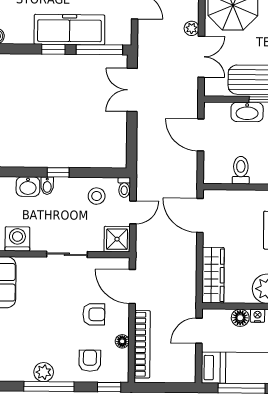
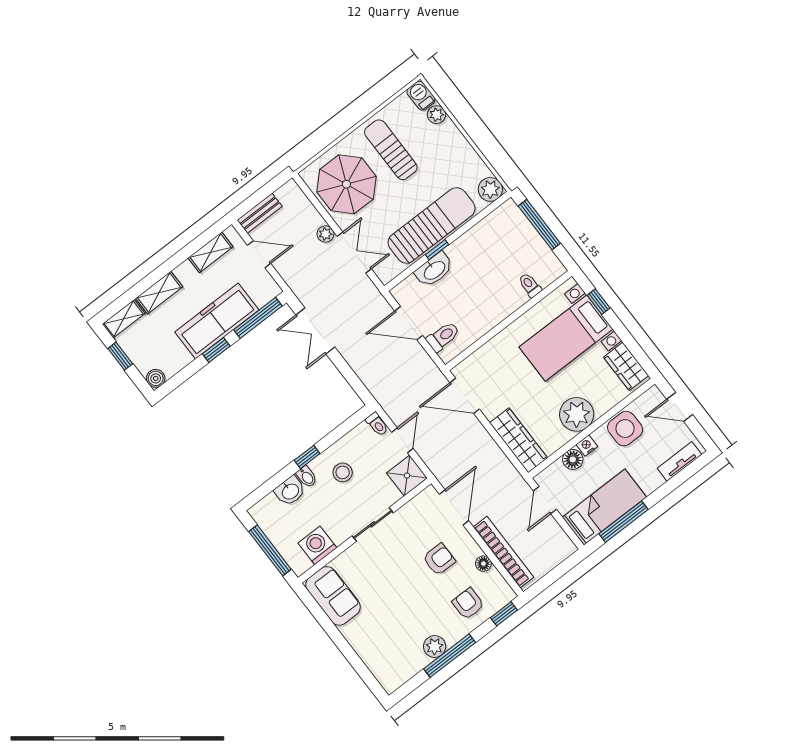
toilet: (241, 170) -> (443, 337), moved, turned 90
stool: (97, 196) -> (343, 472), moved
door: (132, 287) -> (454, 507), swing flipped

